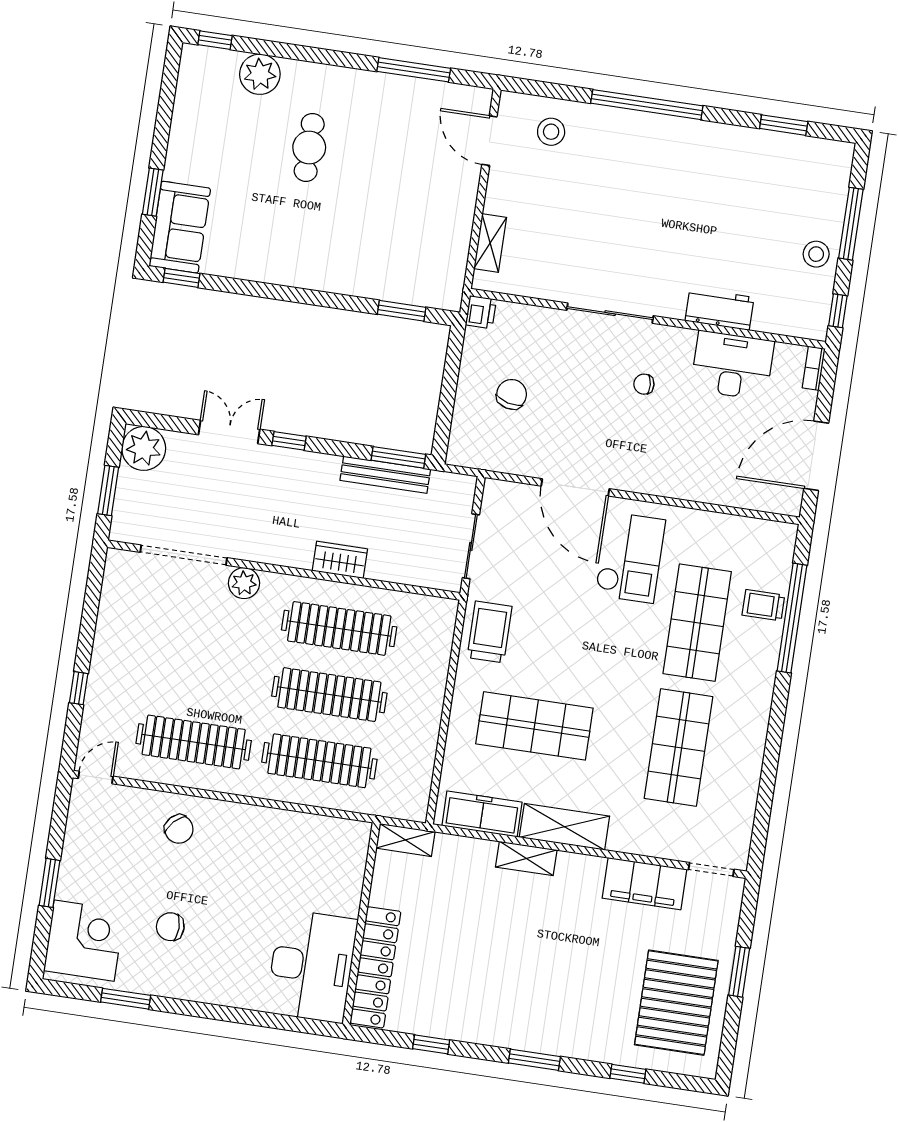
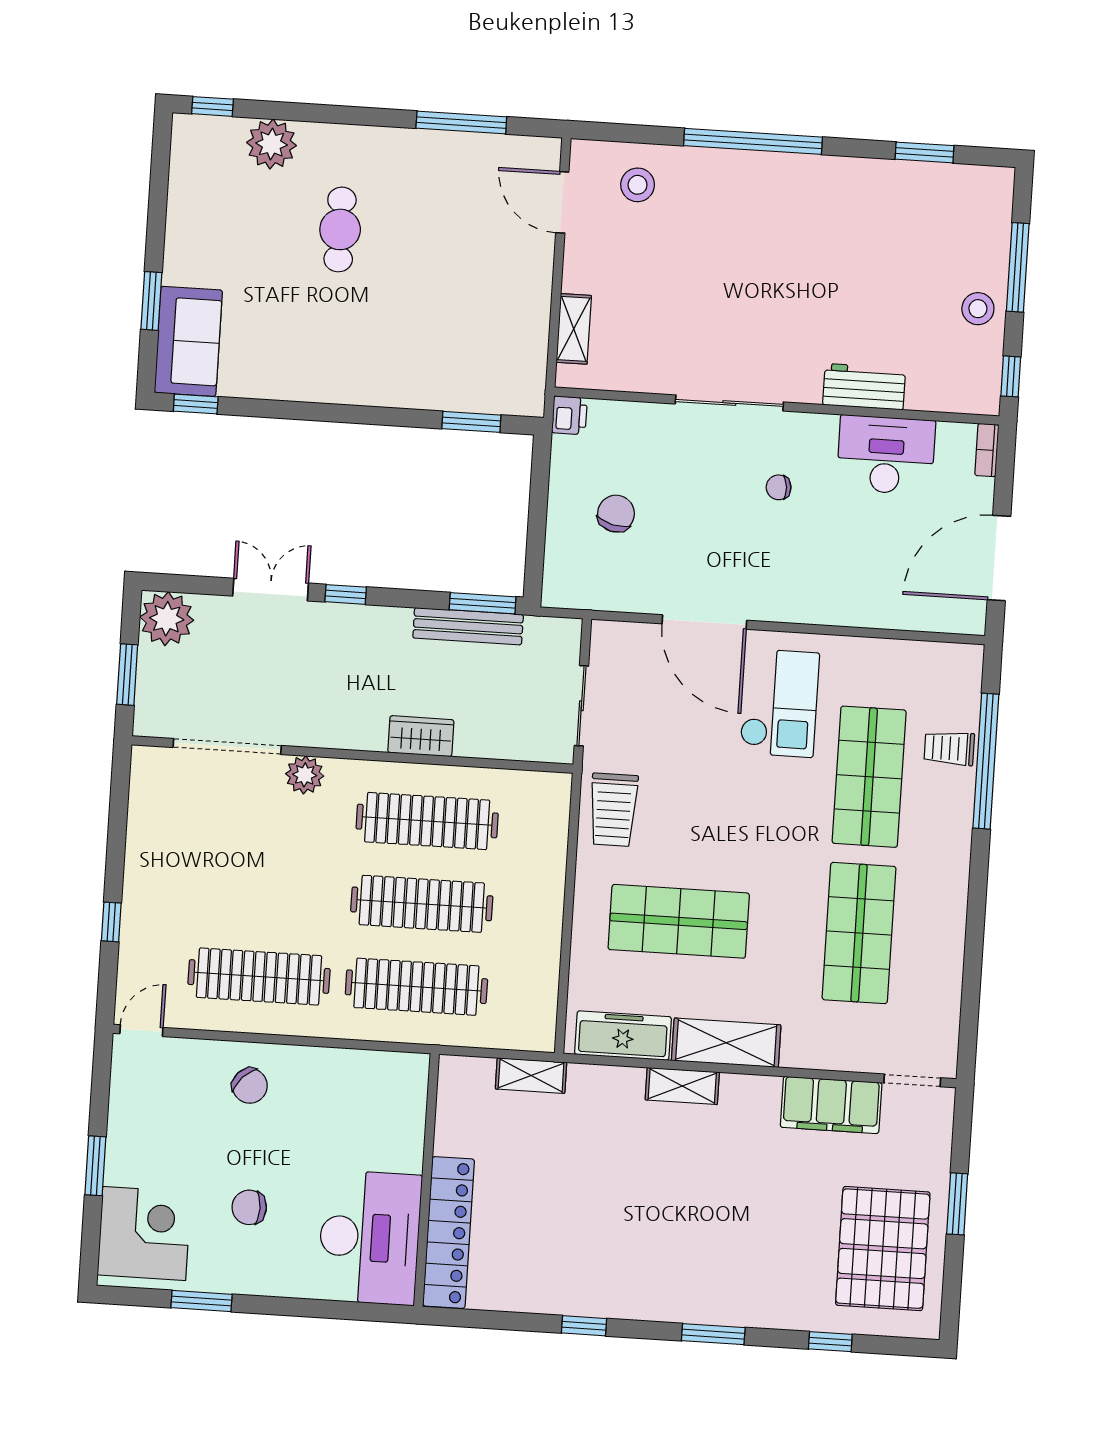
trolley: (490, 632) -> (613, 810), turned 180
wall: (361, 924) -> (427, 1180), moved
desk: (312, 966) -> (370, 1238), moved
locker: (375, 967) -> (449, 1232), moved

